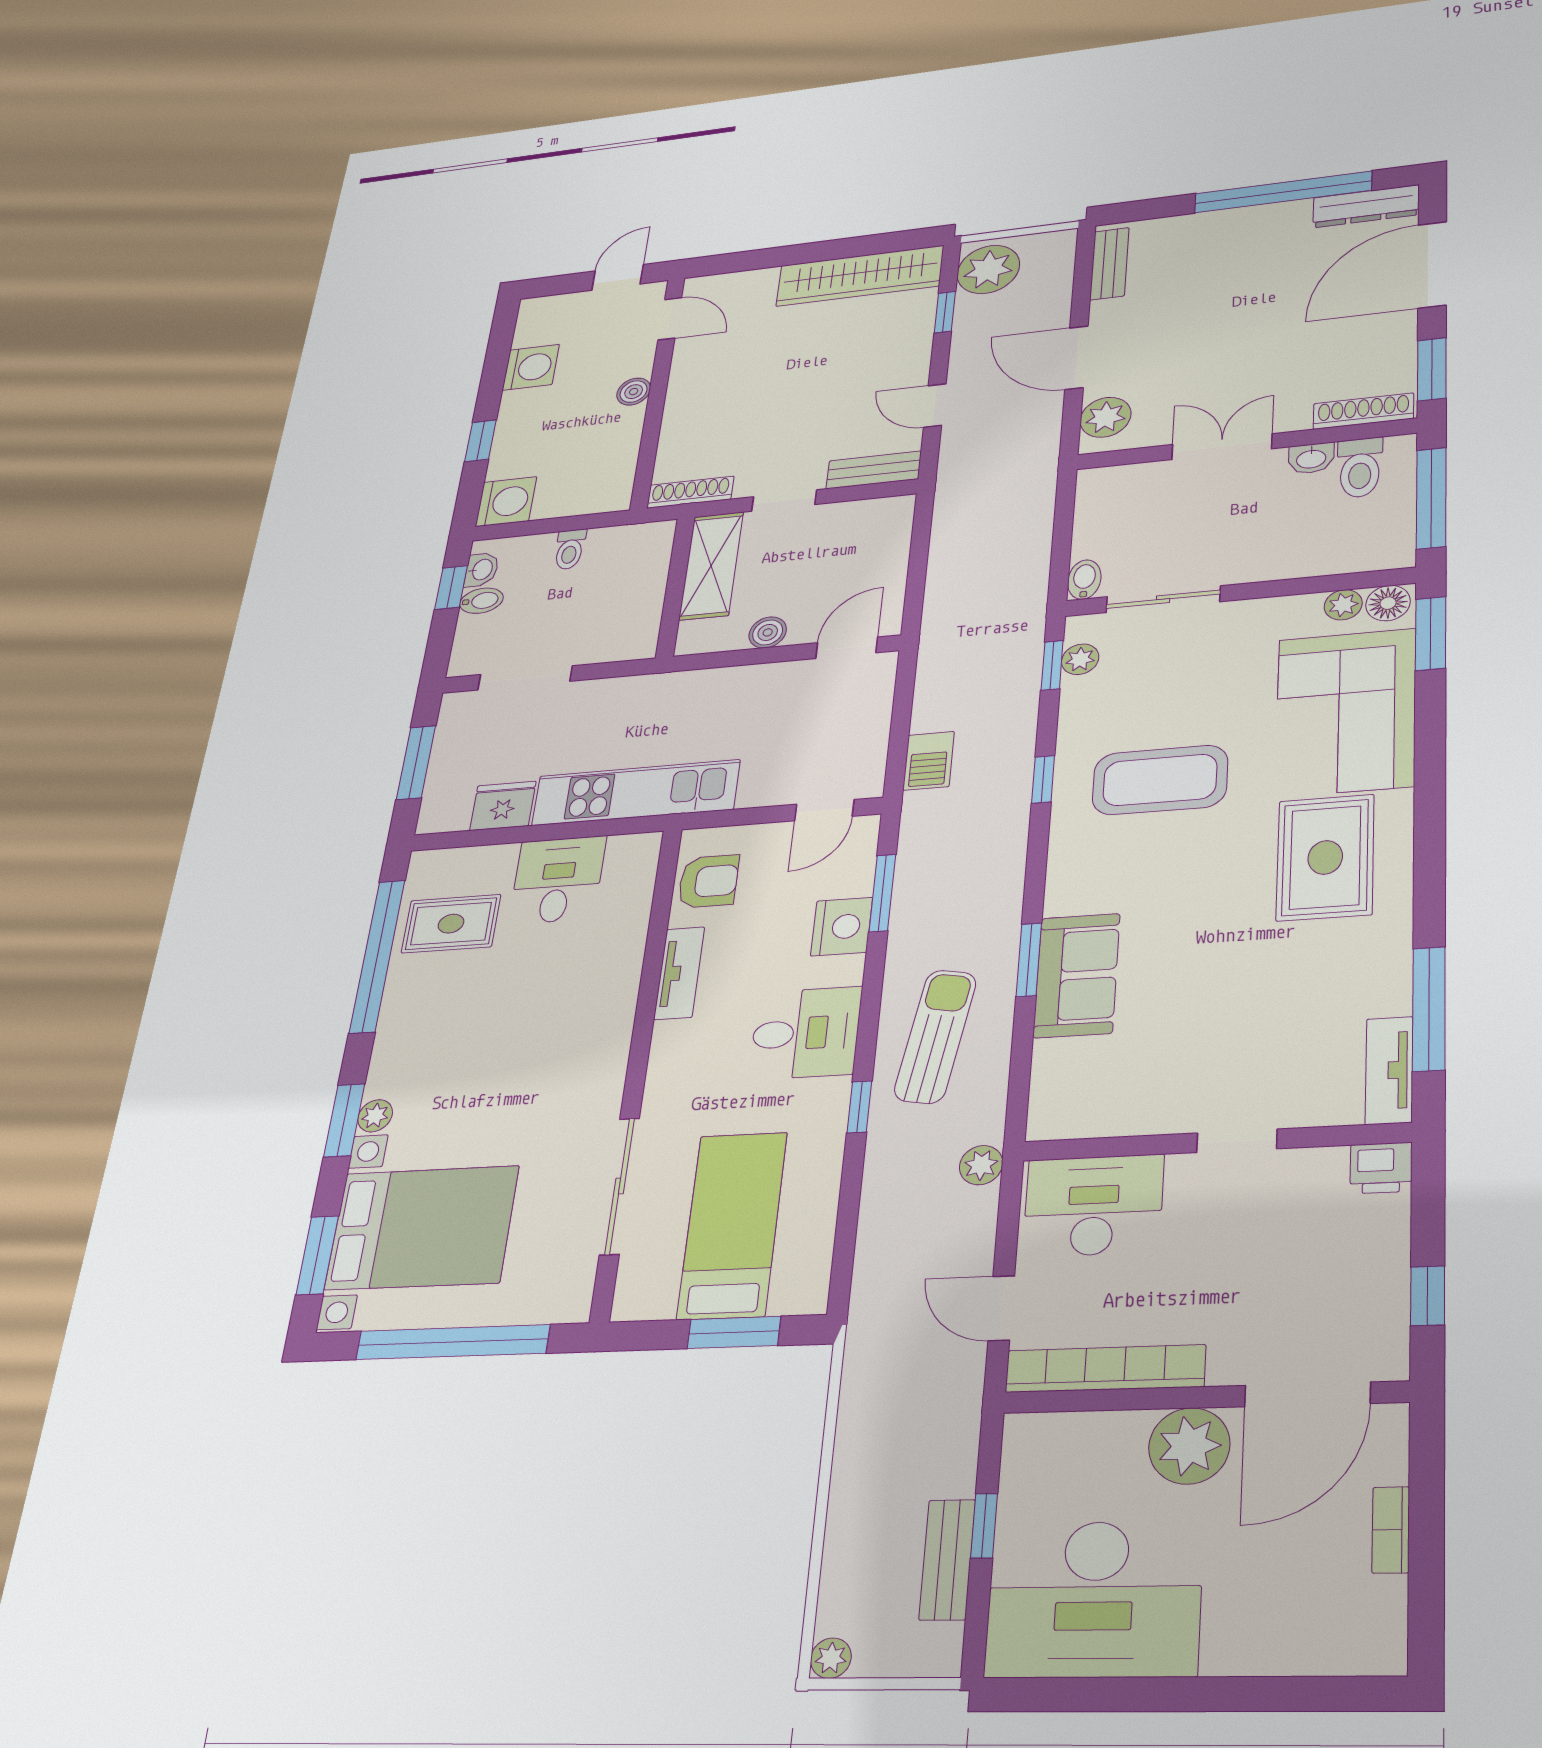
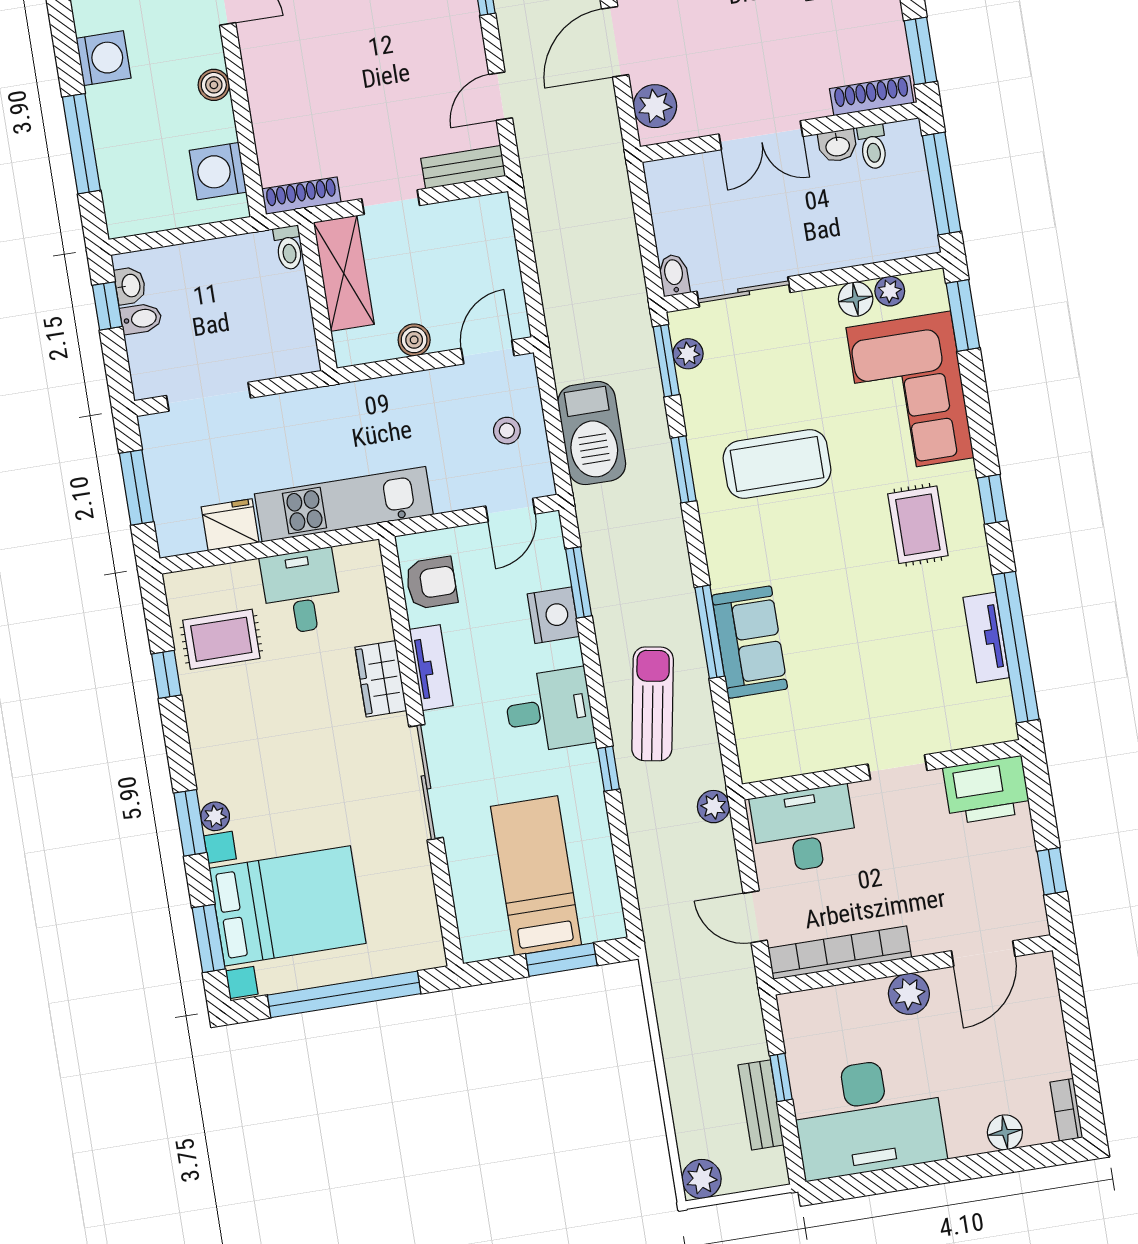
door: (1076, 358) -> (615, 42), hinge flipped
door: (935, 406) -> (501, 96), hinge flipped
window: (480, 441) -> (81, 144), width x2.17
double door: (1222, 447) -> (761, 135), swing flipped
toilet: (1360, 468) -> (873, 147), width x0.73, depth x0.72
washing machine: (506, 502) -> (218, 171), moved, turned 180
toilet: (570, 549) -> (289, 248), moved
floor lamp: (1388, 603) -> (856, 299), moved
window: (1052, 665) -> (666, 361), width x1.50
stool: (845, 728) -> (507, 431), added
barbecue: (929, 761) -> (592, 433), width x1.88, depth x1.53
window: (1043, 779) -> (684, 469), width x1.50
window: (1430, 835) -> (992, 499), added
rug: (1325, 857) -> (918, 525), width x0.73, depth x0.70
window: (377, 956) -> (166, 674), width x0.32
window: (1029, 960) -> (710, 632), width x1.44
wardrobe: (617, 981) -> (381, 679), added
window: (1429, 1009) -> (1016, 647), width x1.46
tv unit: (1389, 1070) -> (986, 638), moved
printer: (1381, 1168) -> (987, 790), width x1.87, depth x1.48
sliding door: (620, 1186) -> (426, 782), moved
door: (1307, 1394) -> (983, 954), width x0.73
plant: (1189, 1446) -> (909, 994), width x0.73, depth x0.73
bookcase: (1391, 1530) -> (1066, 1110), moved
floor lamp: (1290, 1651) -> (1005, 1132), added
plant: (831, 1658) -> (702, 1179), width x1.38, depth x1.38

